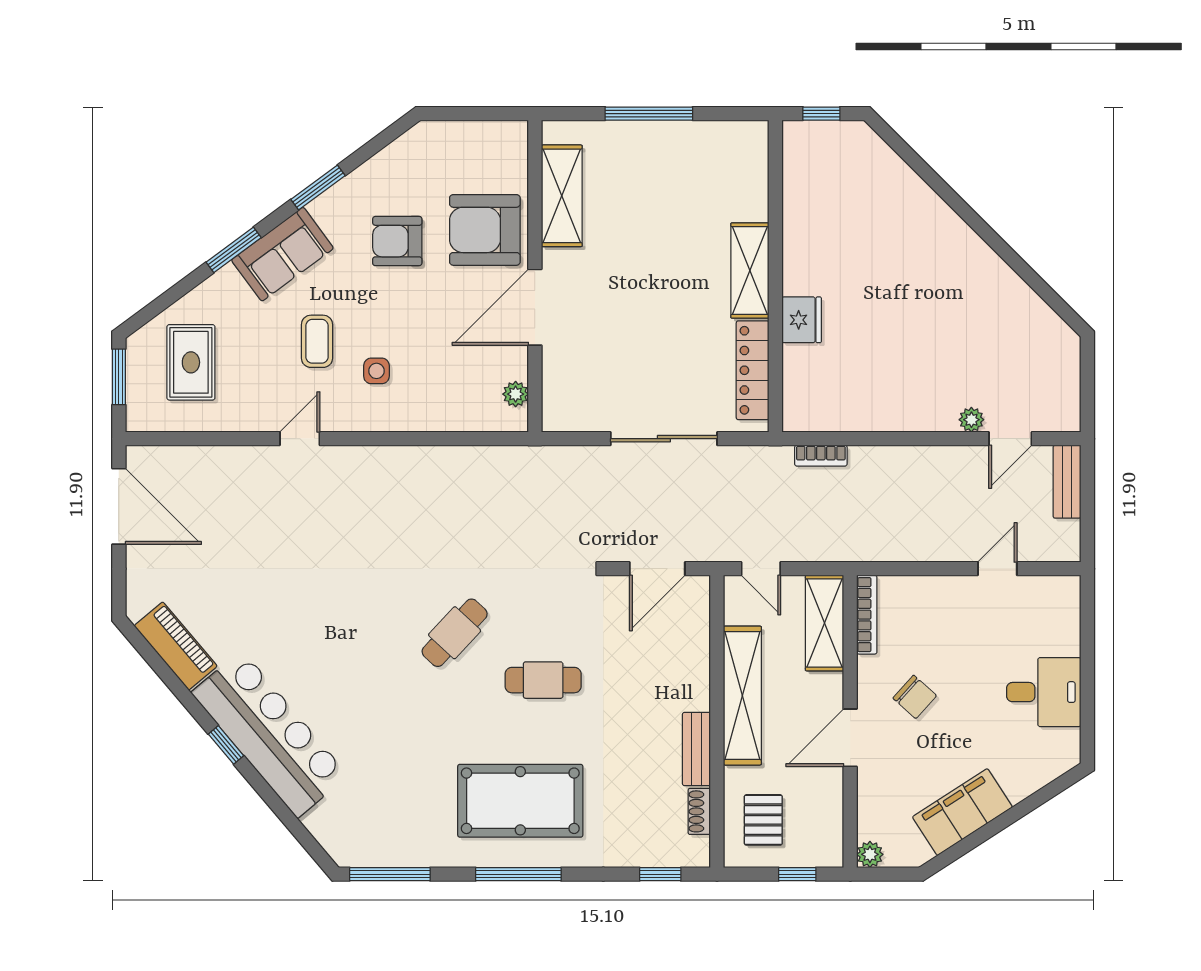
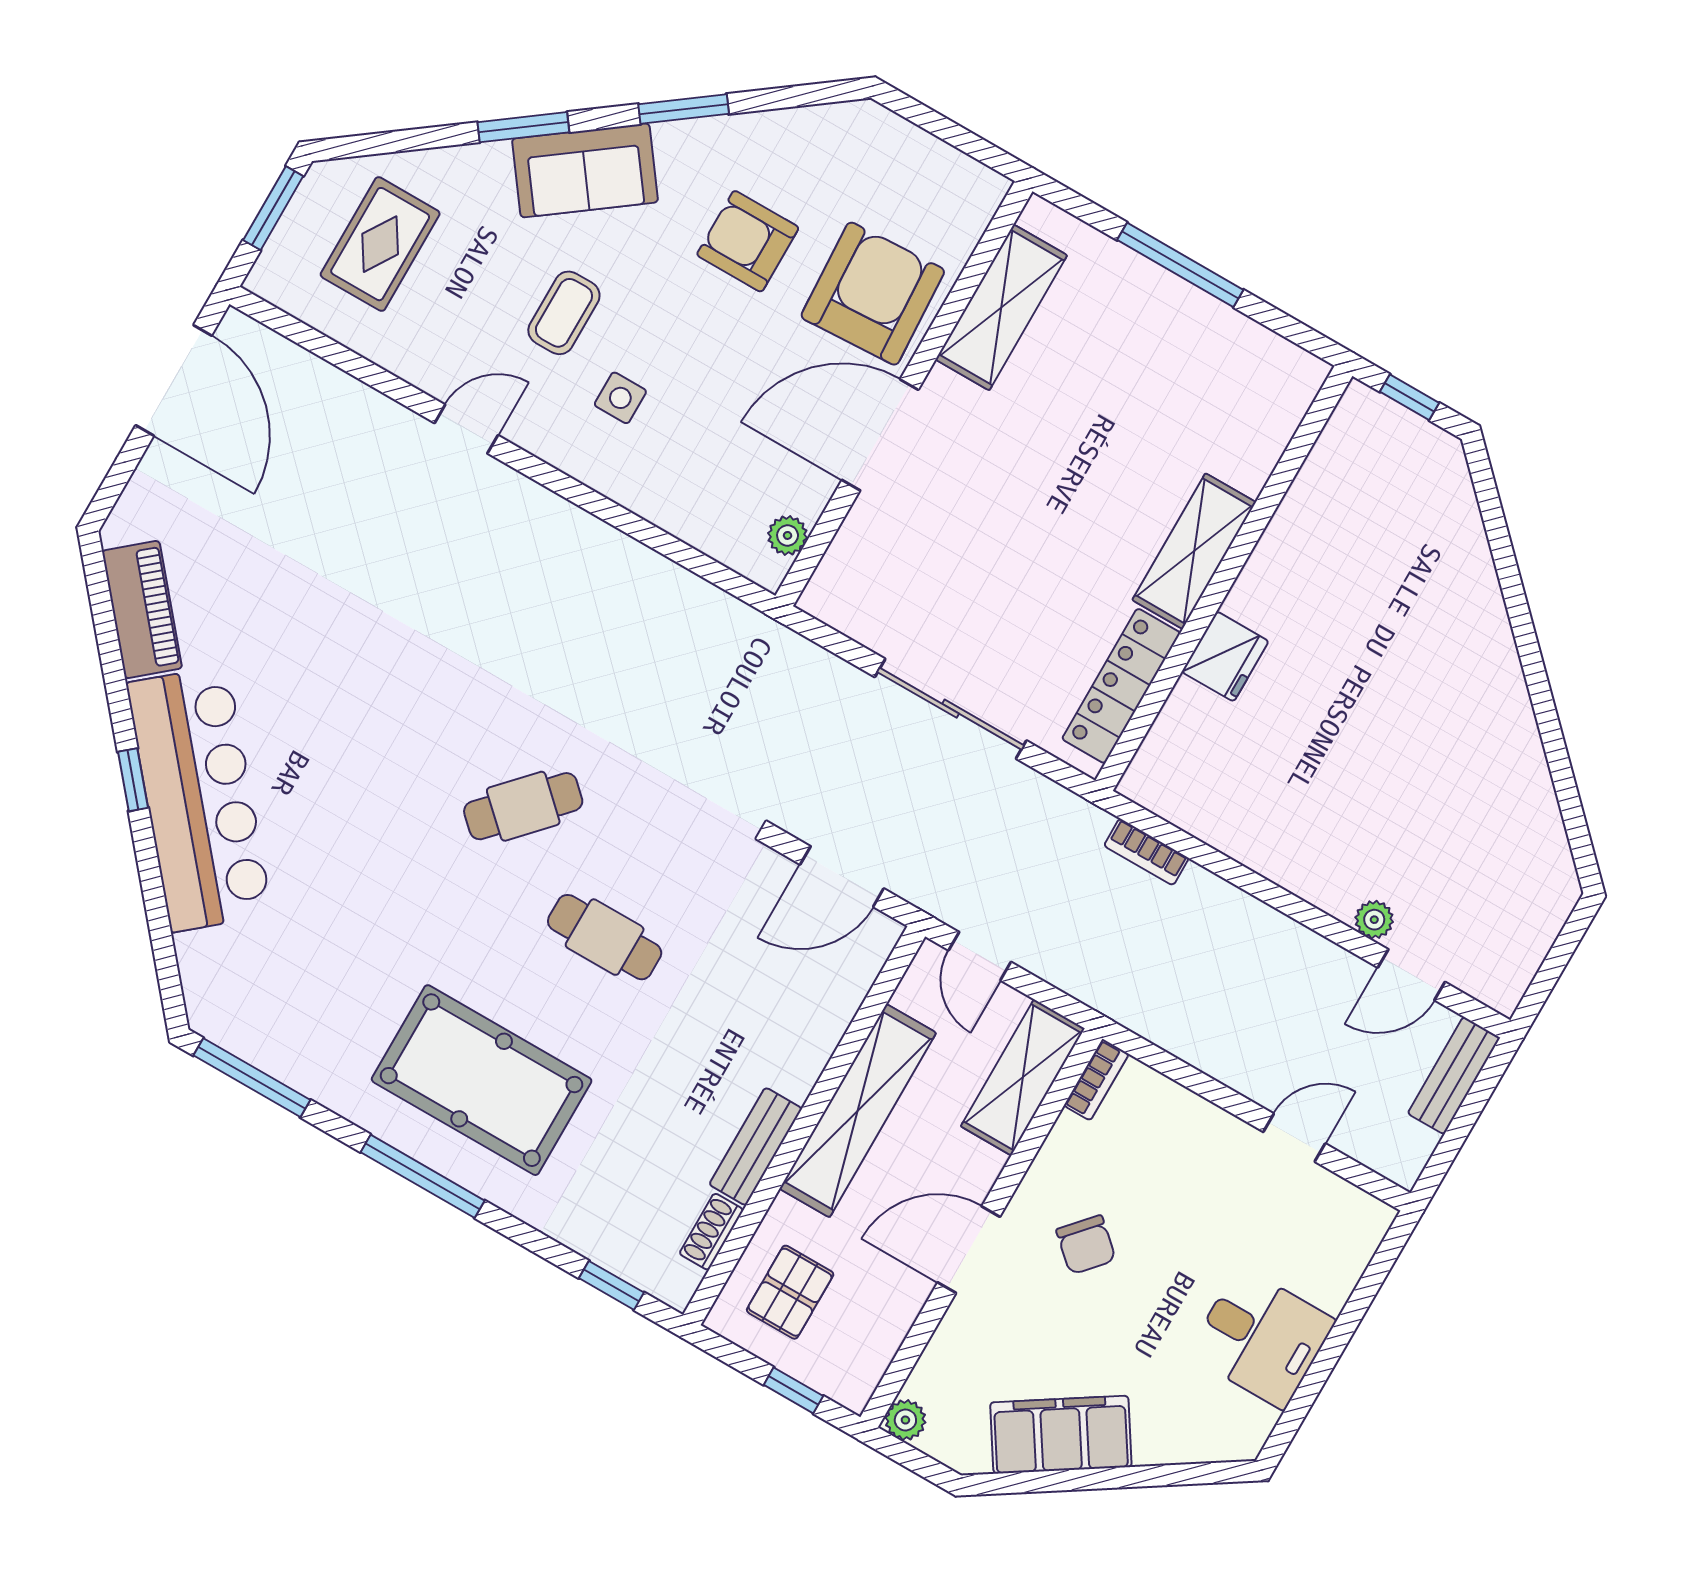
armchair: (485, 230) -> (873, 294), turned 87
bookcase: (867, 615) -> (1096, 1080), width x0.64

